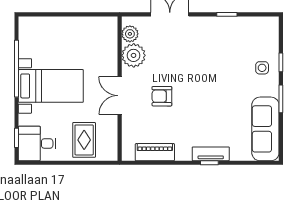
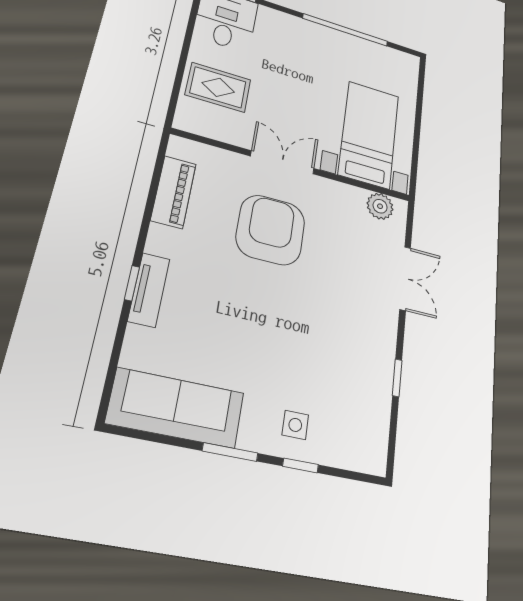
plant: (134, 55) -> (345, 202), removed
bed with nightstands: (51, 86) -> (369, 135), moved, turned 180
armchair: (162, 96) -> (271, 230), width x1.88, depth x1.88

